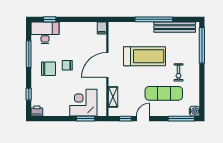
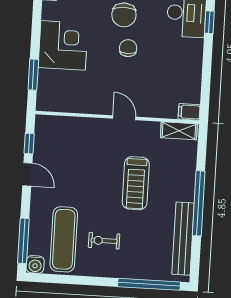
treadmill: (144, 56) -> (136, 183), width x0.73, depth x0.73
door: (107, 65) -> (124, 118), width x0.53
exercise mat: (164, 93) -> (64, 239), moved
shelving: (113, 97) -> (179, 131), moved
corner desk: (83, 103) -> (63, 45), moved

